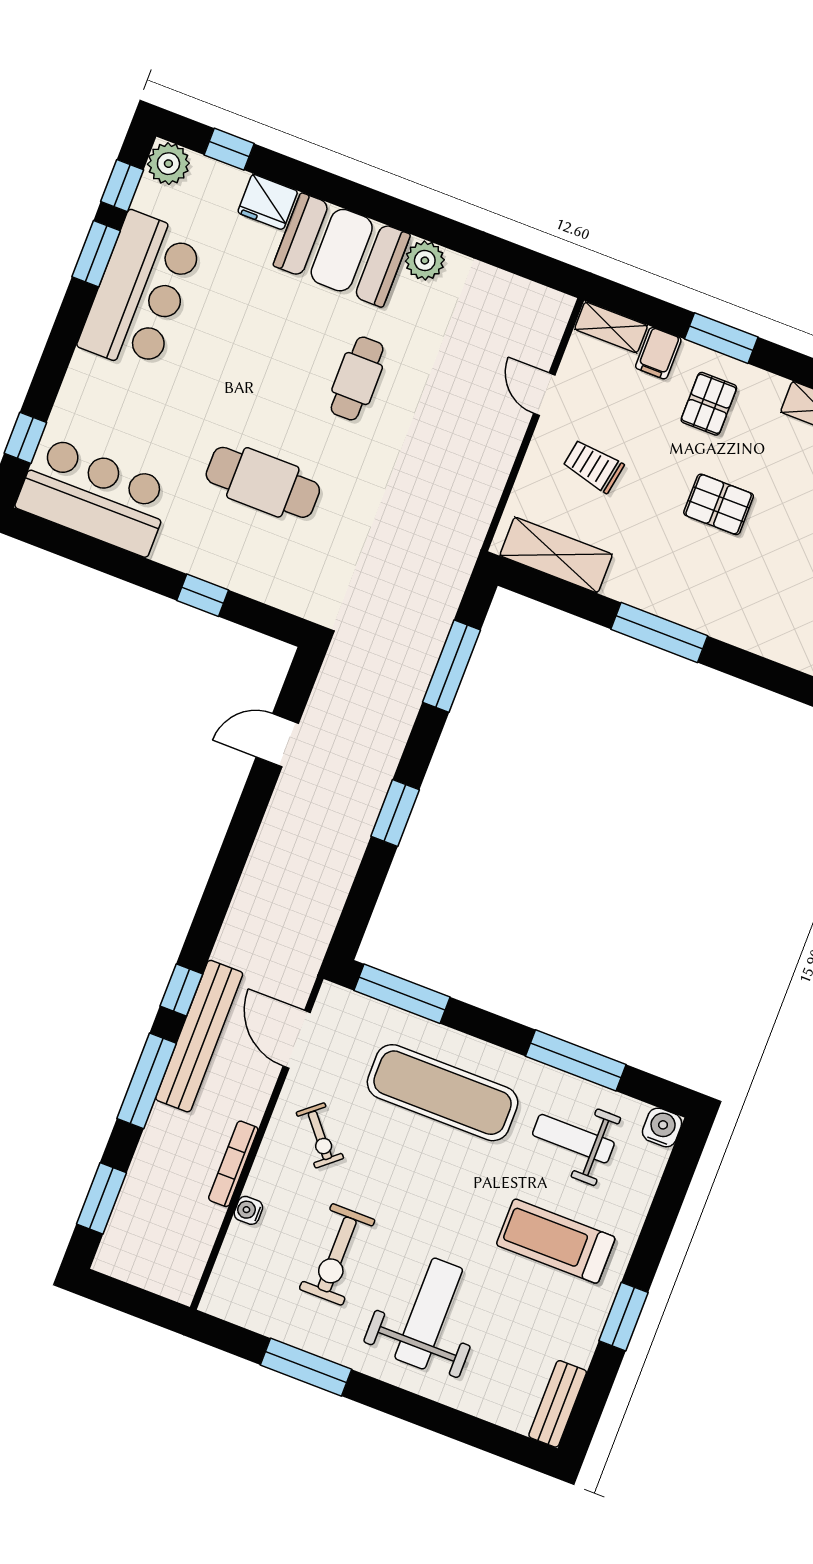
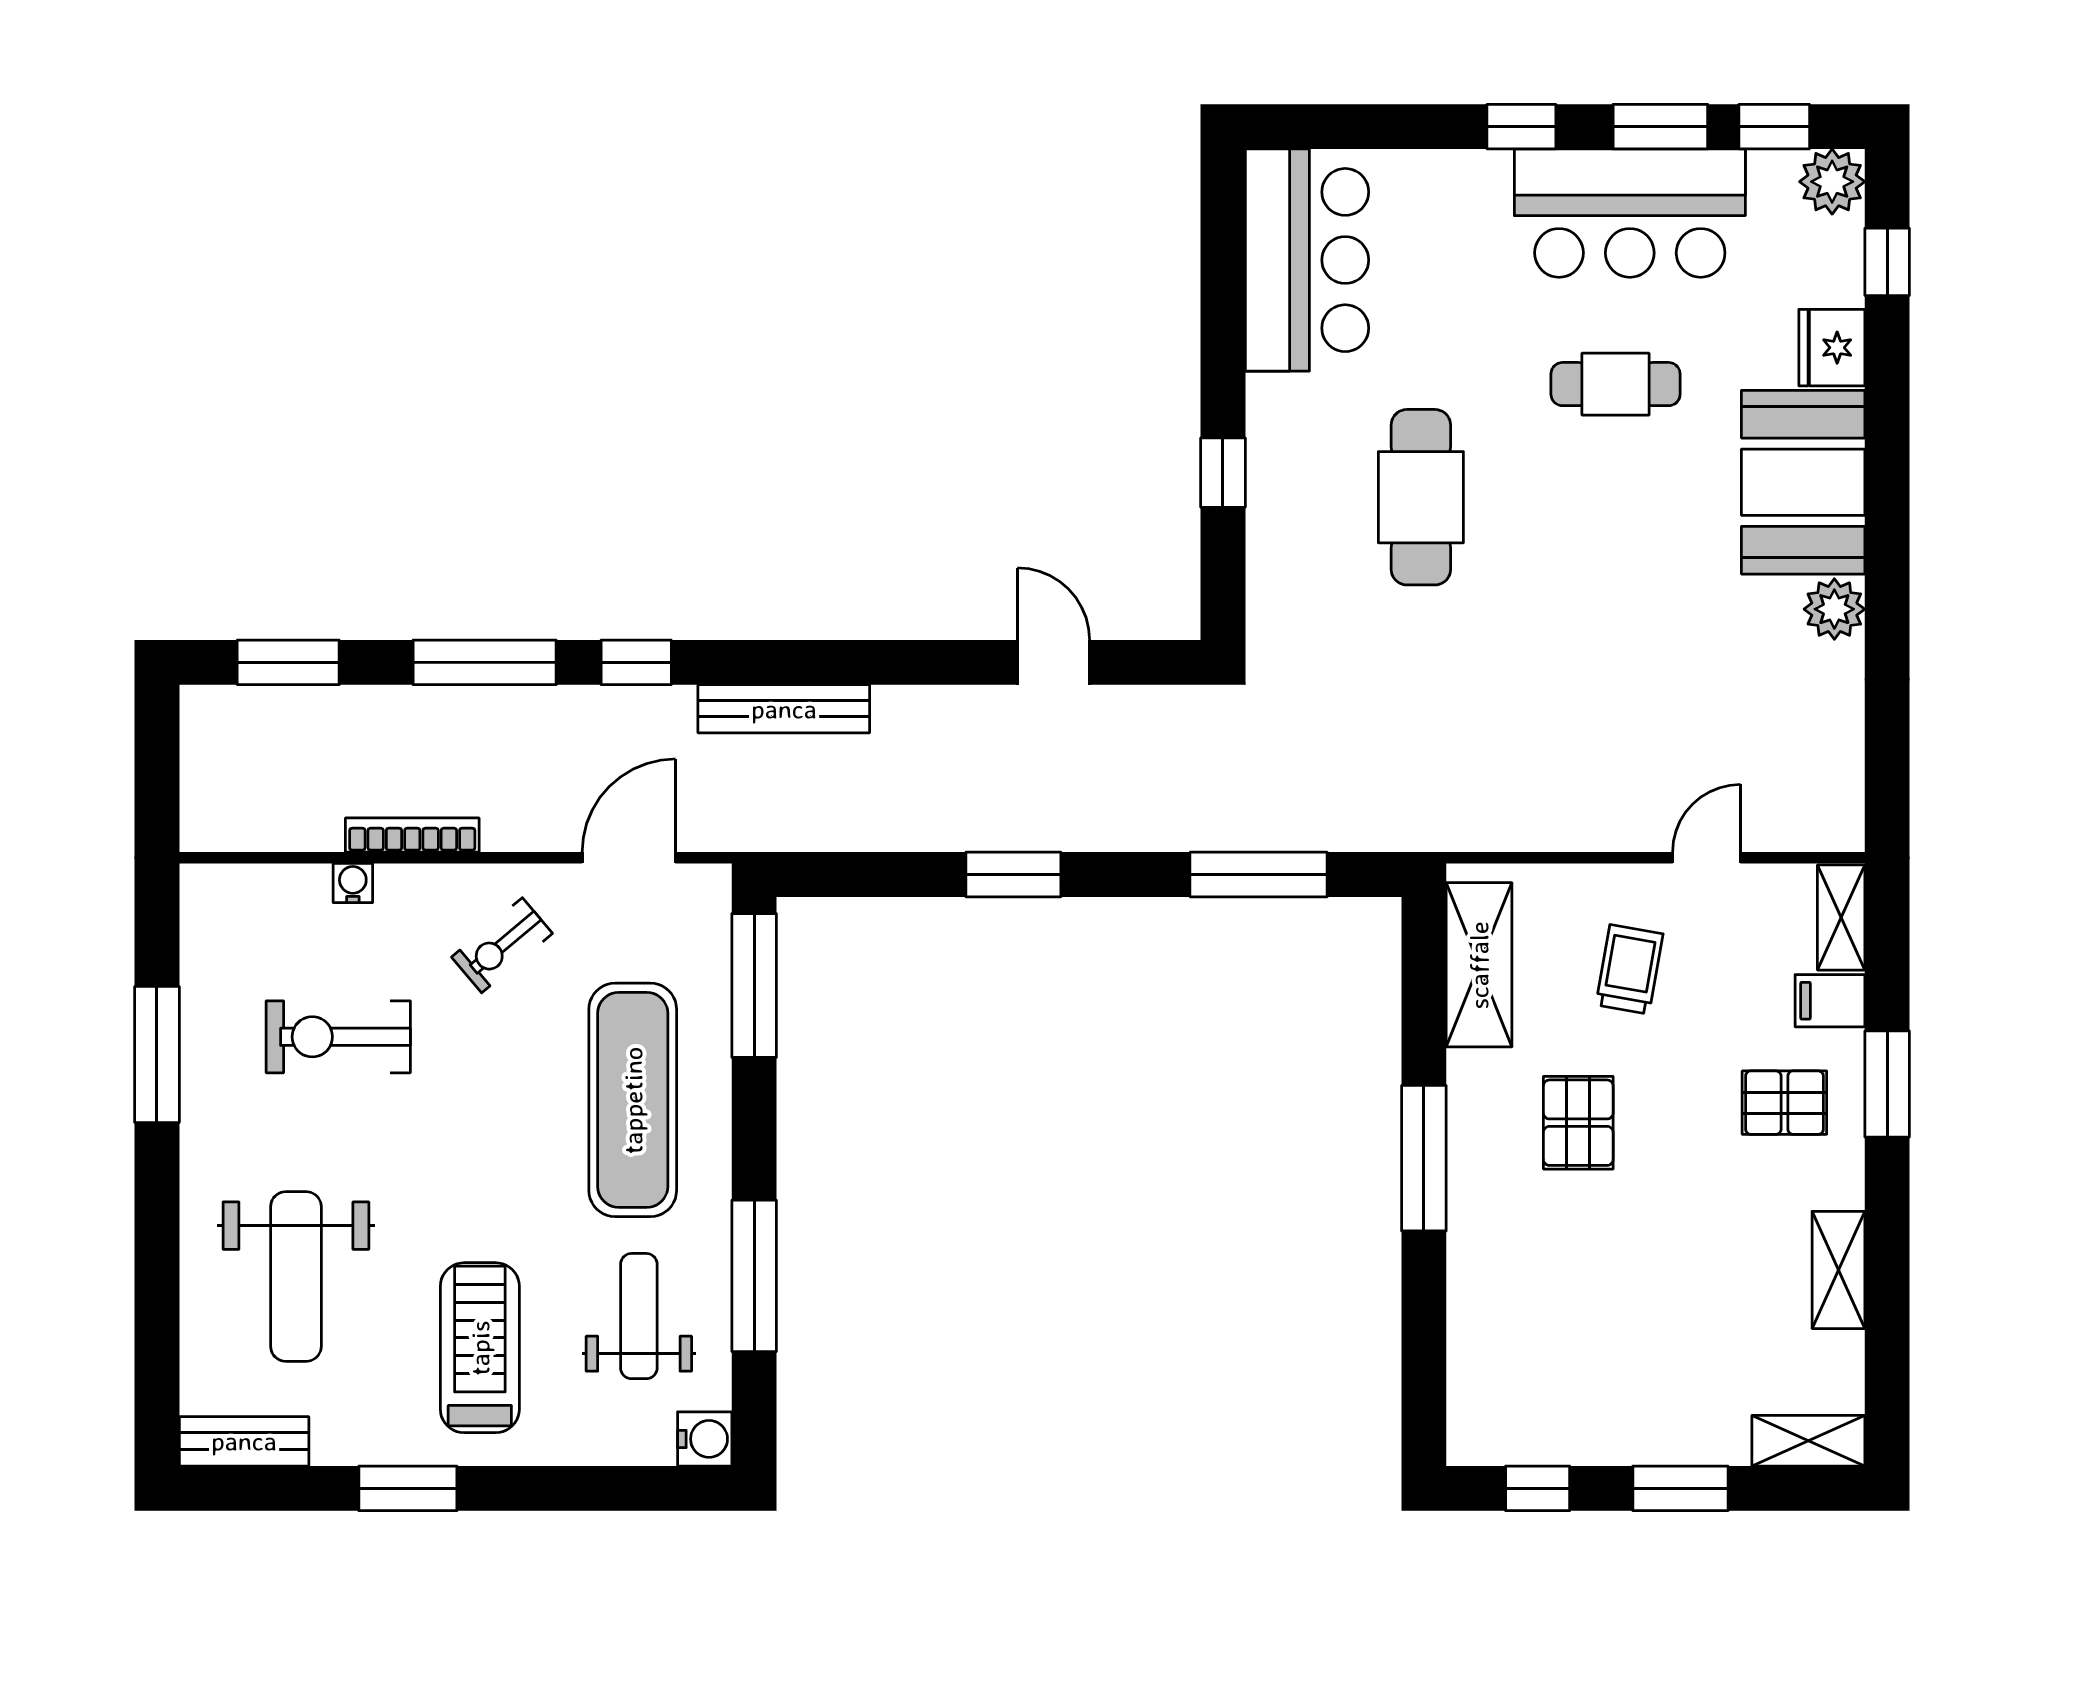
cafe table: (357, 379) -> (1616, 384), moved
window: (25, 438) -> (1521, 127), moved
pallet: (719, 504) -> (1578, 1123), moved
bench: (199, 1036) -> (784, 709), moved, width x0.73, depth x0.82
weight bench: (429, 1313) -> (296, 1276), moved, turned 90

